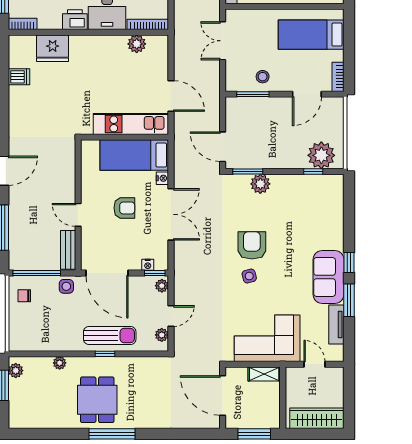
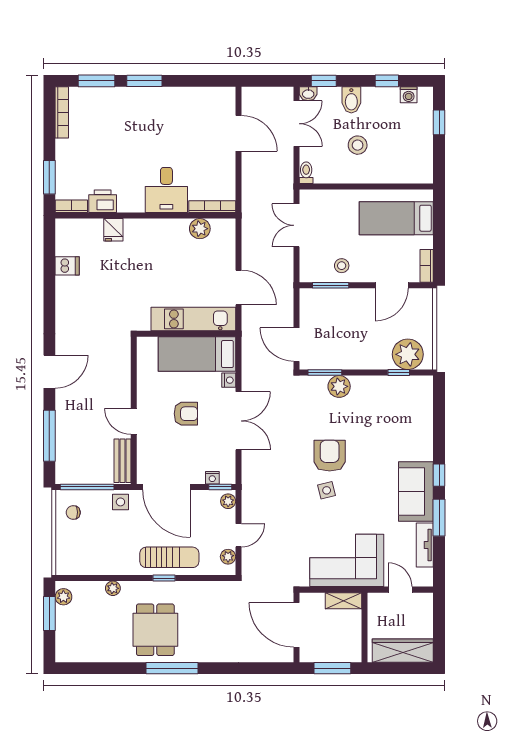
printer: (75, 20) -> (103, 201), moved
fridge: (53, 48) -> (113, 230), width x0.53, depth x0.75

